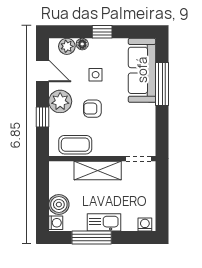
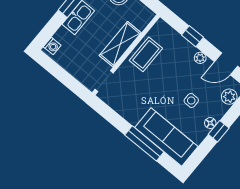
floor lamp: (82, 44) -> (210, 123), moved
plant: (60, 101) -> (200, 58), width x0.53, depth x0.53
armchair: (92, 109) -> (168, 78), removed
coffee table: (75, 145) -> (146, 54), moved

